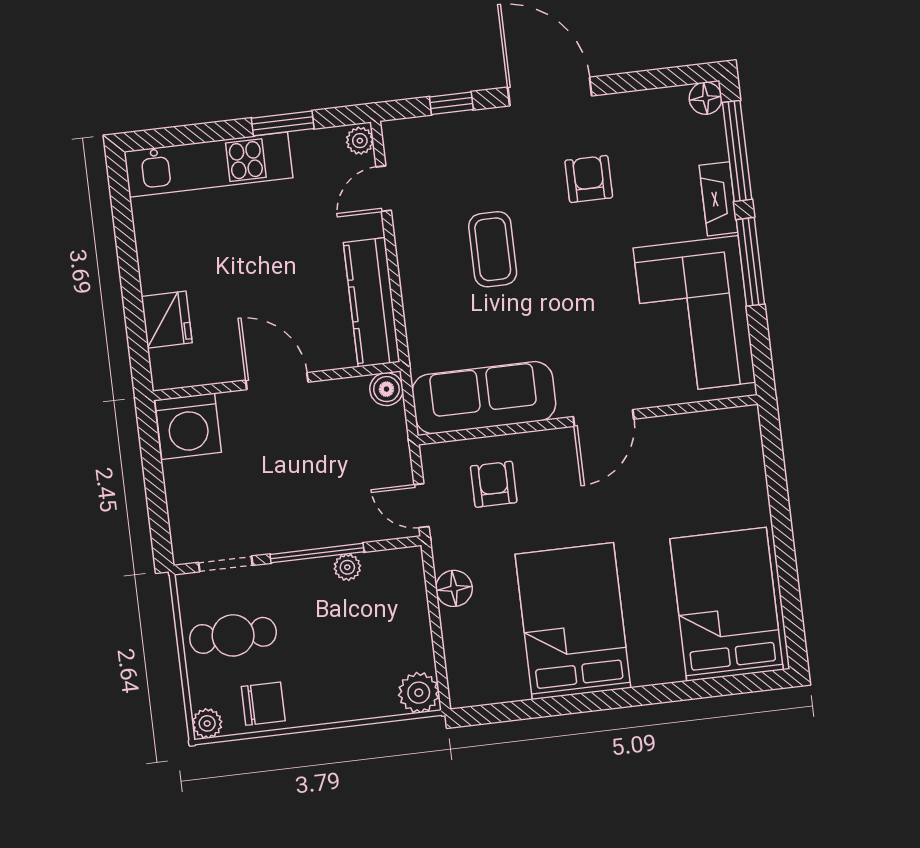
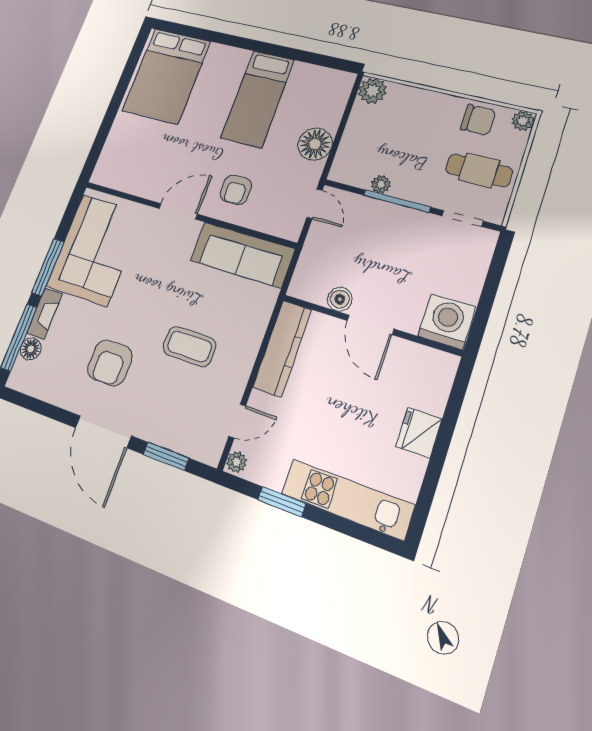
floor lamp: (706, 98) -> (31, 349), moved
window: (451, 103) -> (166, 456), width x1.50
armchair: (589, 179) -> (110, 363), width x1.38, depth x1.38
coffee table: (493, 249) -> (189, 346), turned 90
fridge: (167, 320) -> (419, 433), moved
boiler: (386, 389) -> (340, 299), moved
armchair: (494, 484) -> (236, 190), moved
floor lamp: (454, 588) -> (315, 144), width x1.38, depth x1.38
bed: (573, 621) -> (258, 99), width x0.67
chair: (263, 704) -> (478, 120), turned 180

